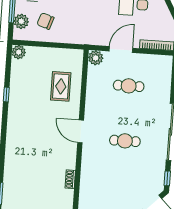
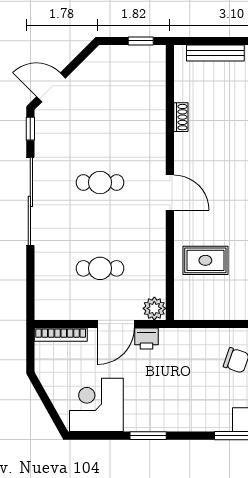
printer: (102, 39) -> (146, 339), added
rug: (61, 86) -> (205, 260), turned 90

